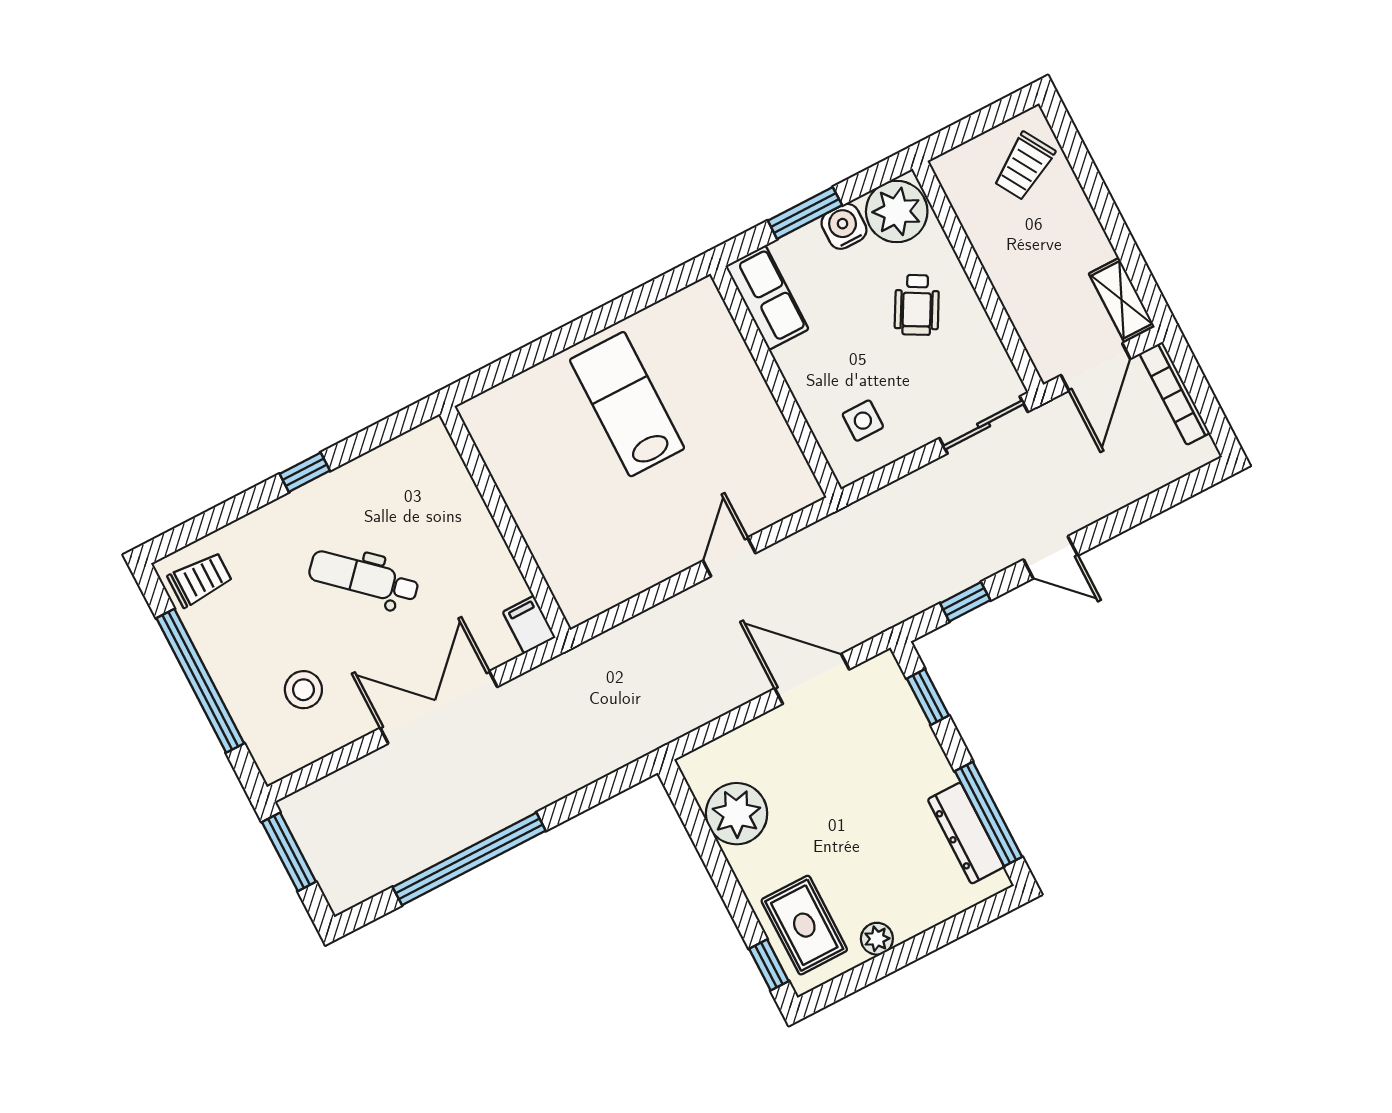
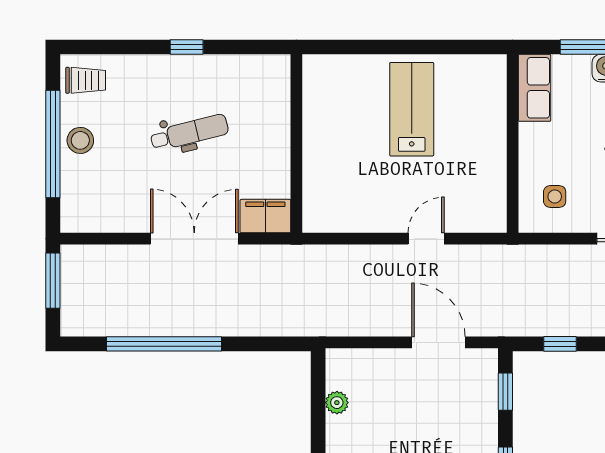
dental chair: (364, 578) -> (189, 133), turned 124
filing cabinet: (529, 625) -> (265, 216), width x2.00
stool: (303, 690) -> (80, 140), moved
plant: (737, 814) -> (337, 403), width x0.53, depth x0.53

